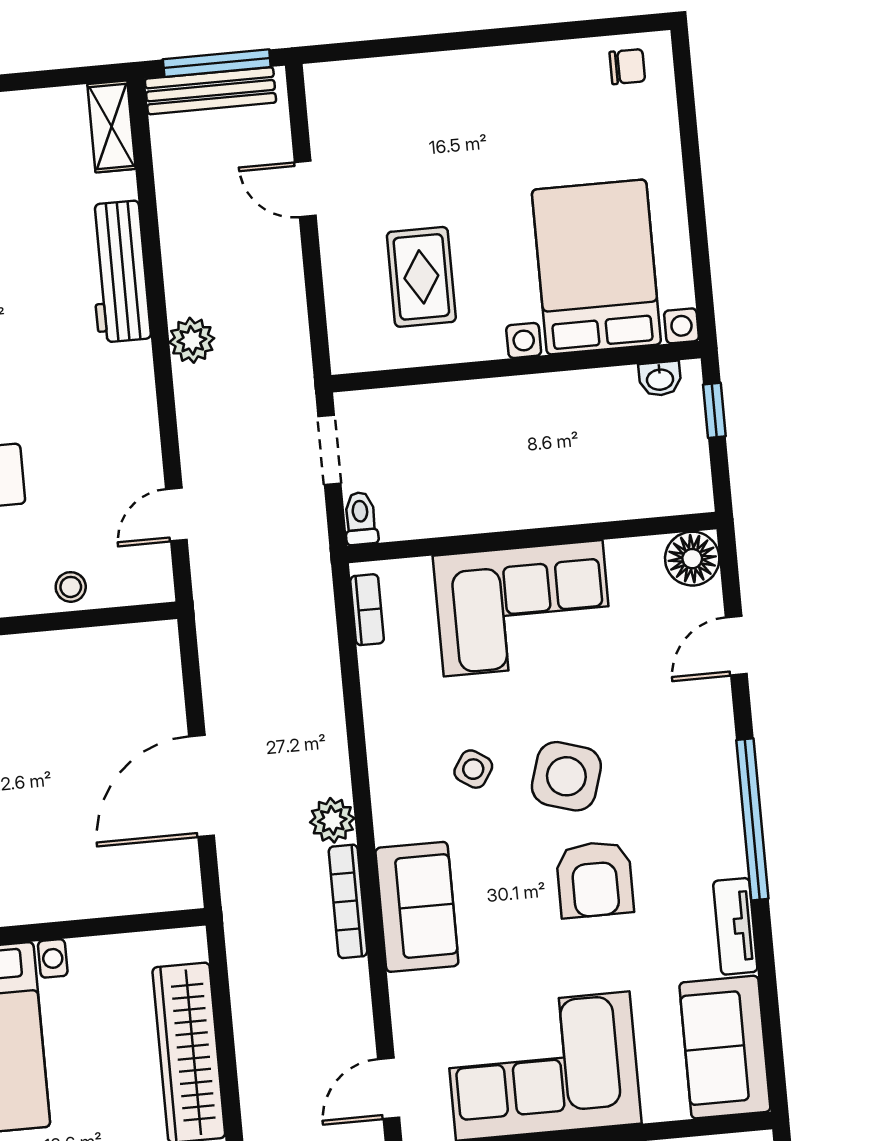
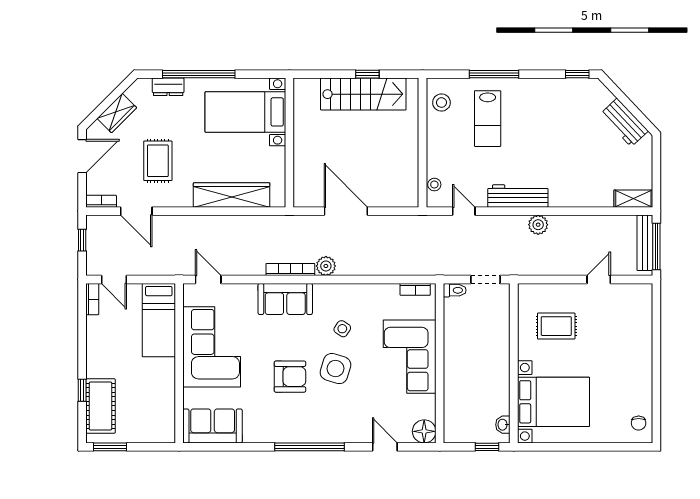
workbench: (119, 272) -> (518, 196), moved
stool: (71, 587) -> (434, 185), moved
armchair: (595, 879) -> (290, 377), turned 180
tv unit: (735, 926) -> (264, 435), removed

